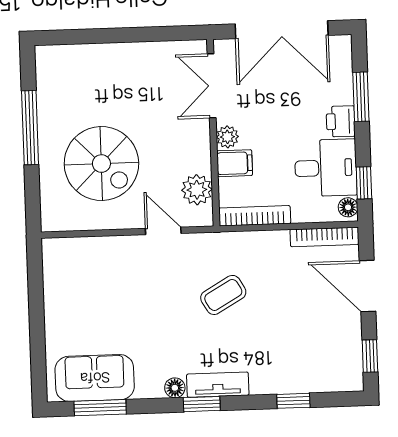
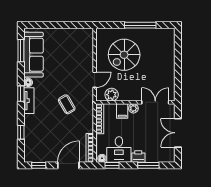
double door: (282, 30) -> (178, 133), width x0.73
sofa: (95, 378) -> (34, 55), width x1.36

